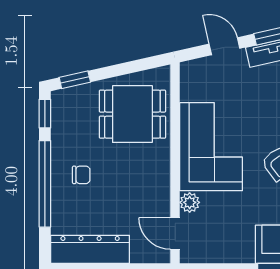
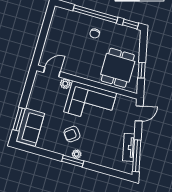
door: (224, 46) -> (139, 113), moved
window: (75, 80) -> (142, 70), moved
dresser: (90, 249) -> (56, 27), removed

